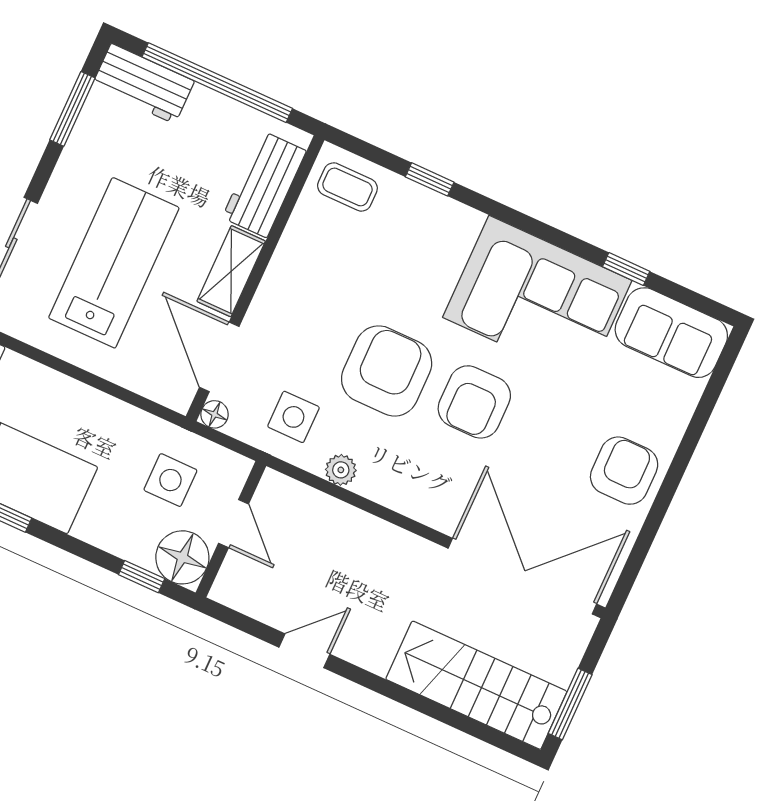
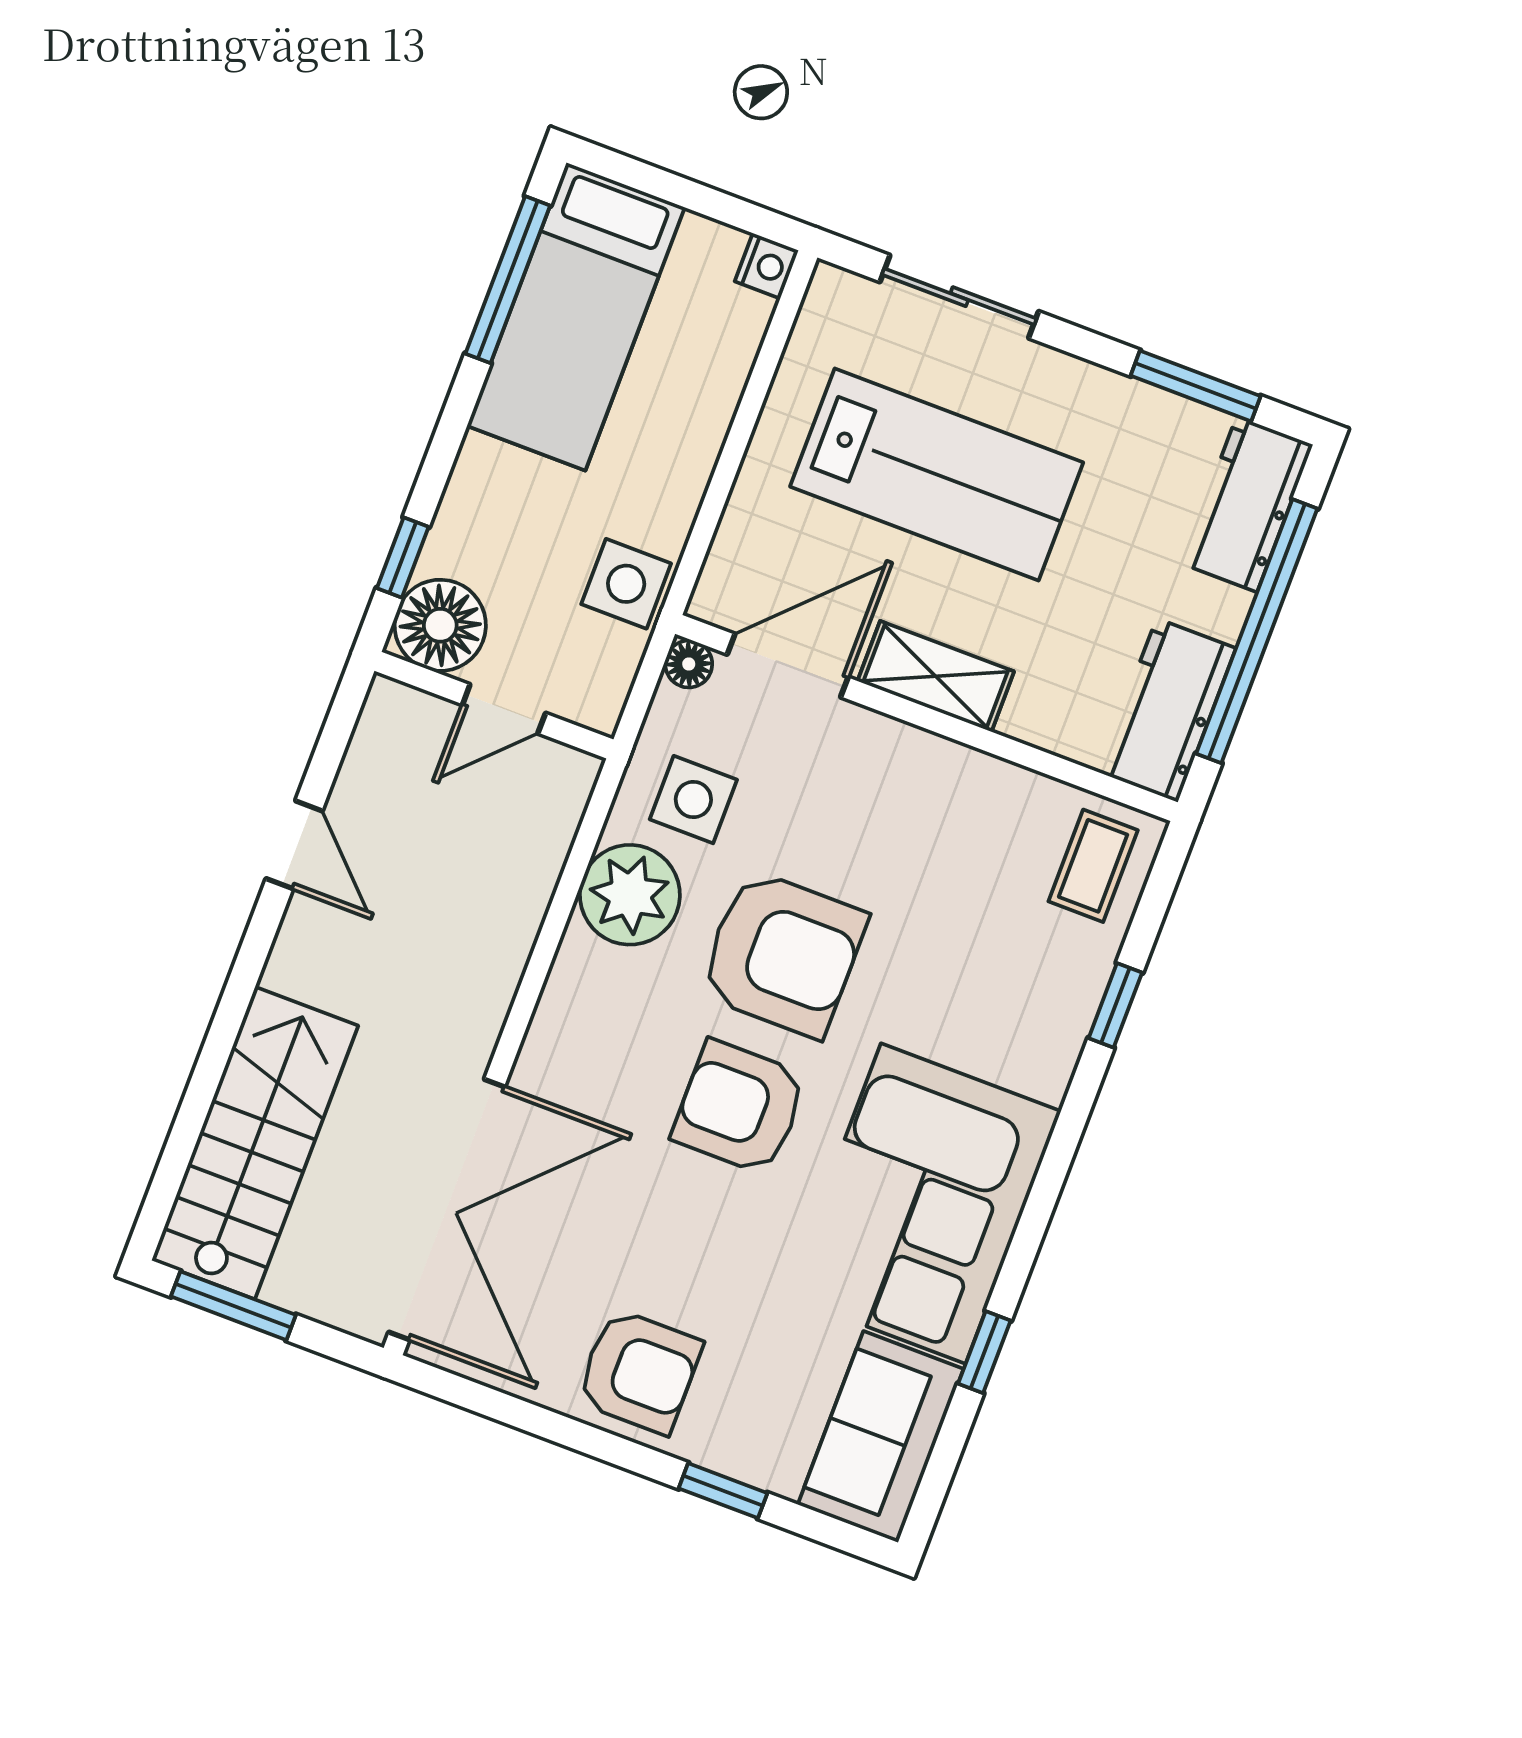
workbench: (264, 184) -> (1167, 710), moved, turned -90
window: (697, 426) -> (723, 1491), added
plant: (341, 470) -> (630, 895), width x1.87, depth x1.87
side table: (170, 480) -> (626, 584), moved

